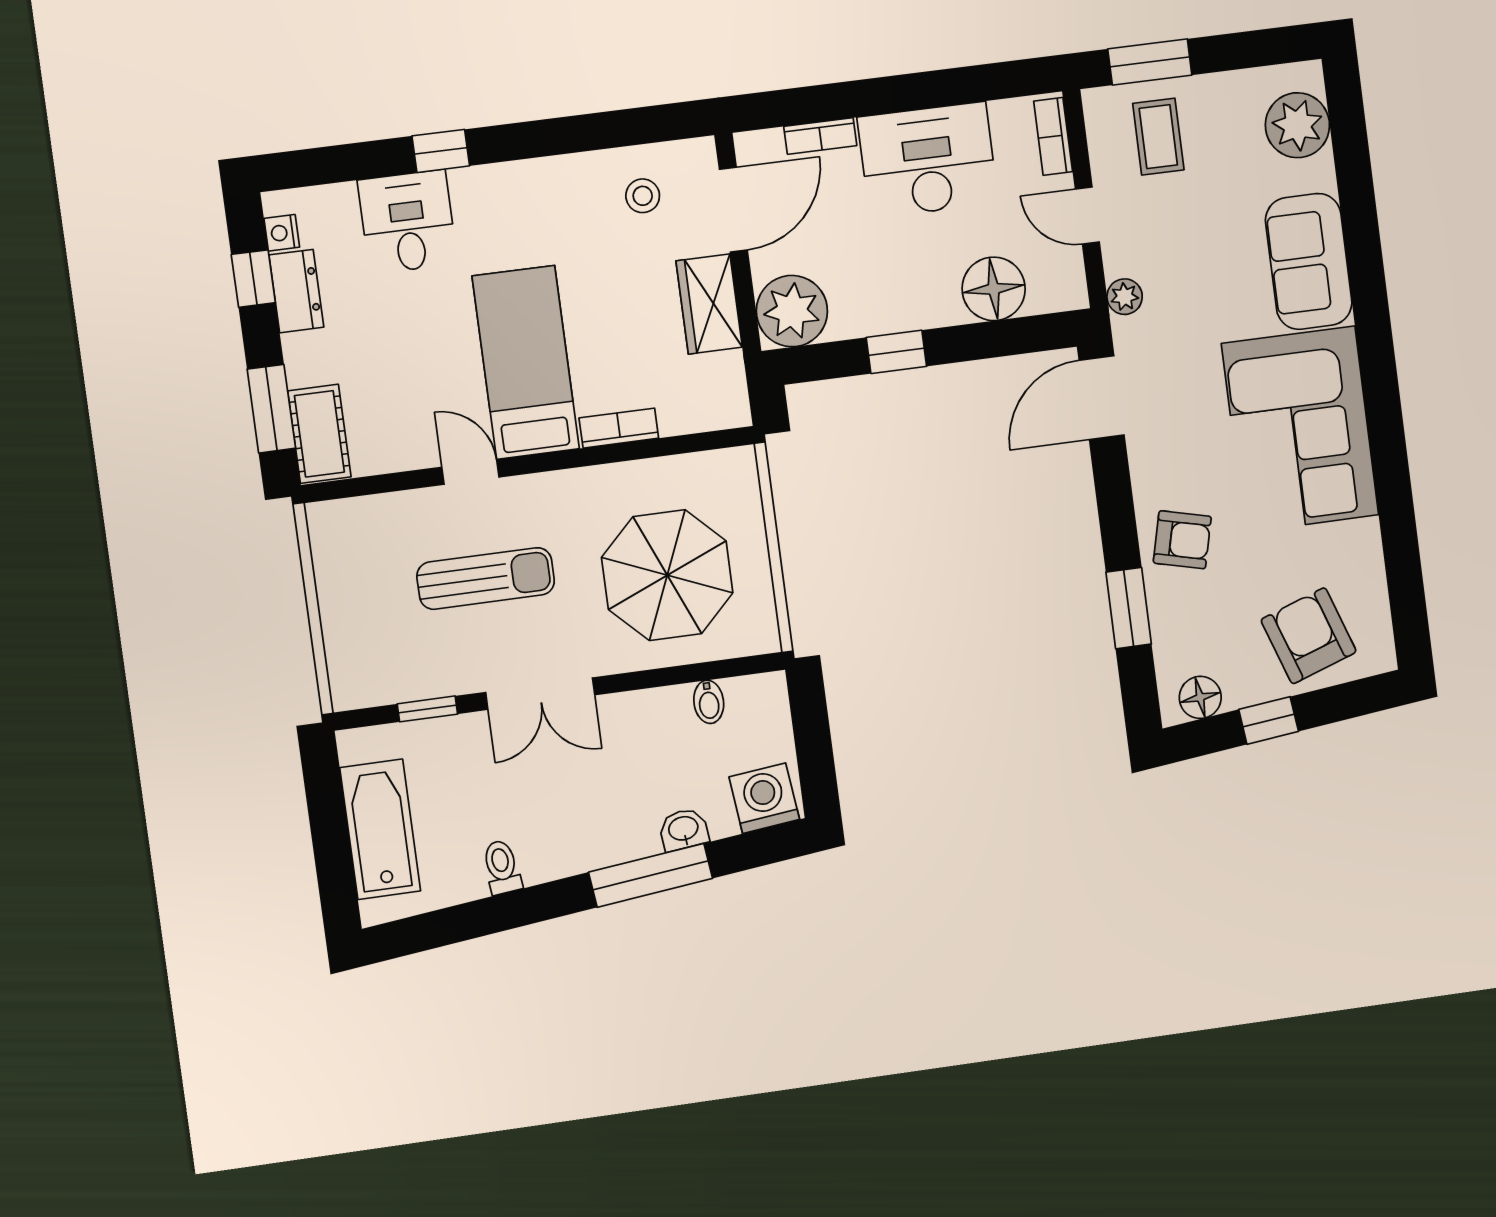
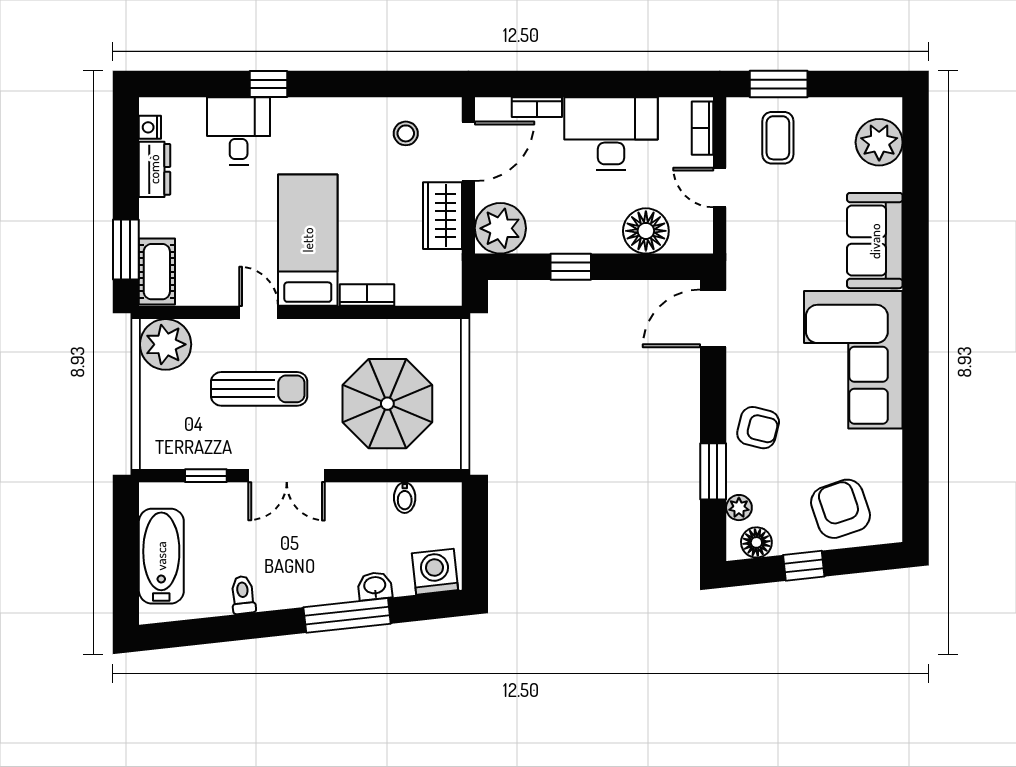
window: (253, 279) -> (126, 157), removed
plant: (1125, 297) -> (739, 508), moved
plant: (346, 534) -> (166, 344), added

